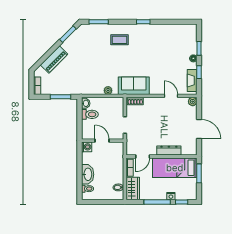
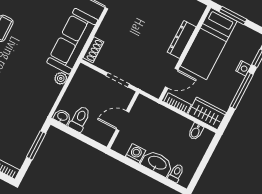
sofa: (134, 86) -> (72, 41), width x1.36
washing machine: (87, 147) -> (136, 154), moved
door: (143, 156) -> (172, 78), hinge flipped

